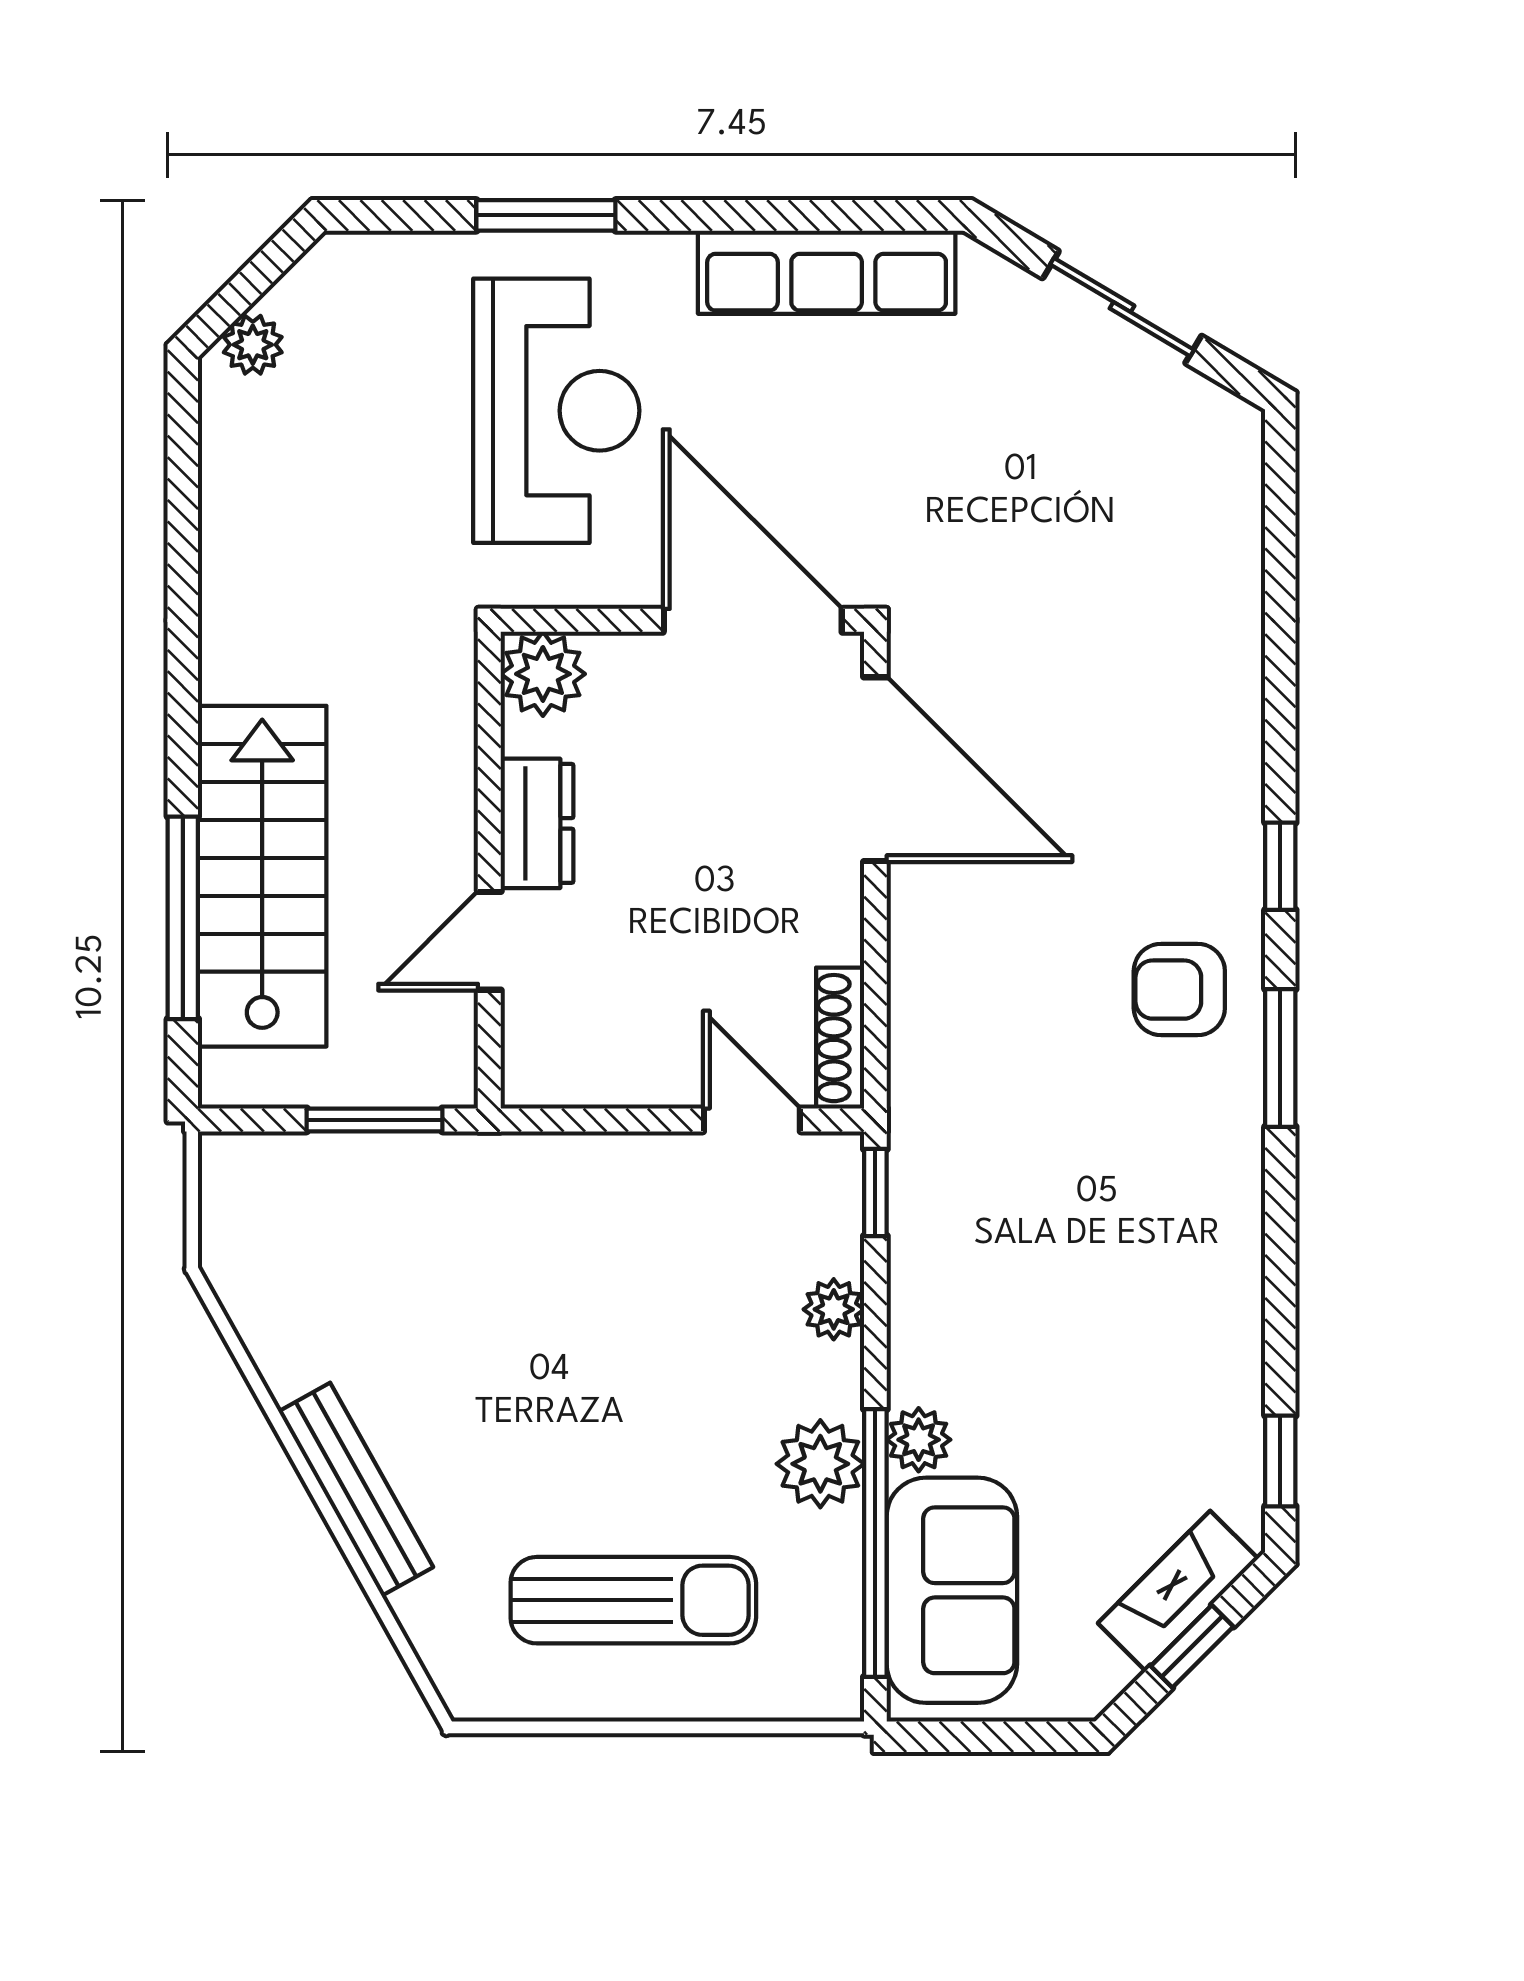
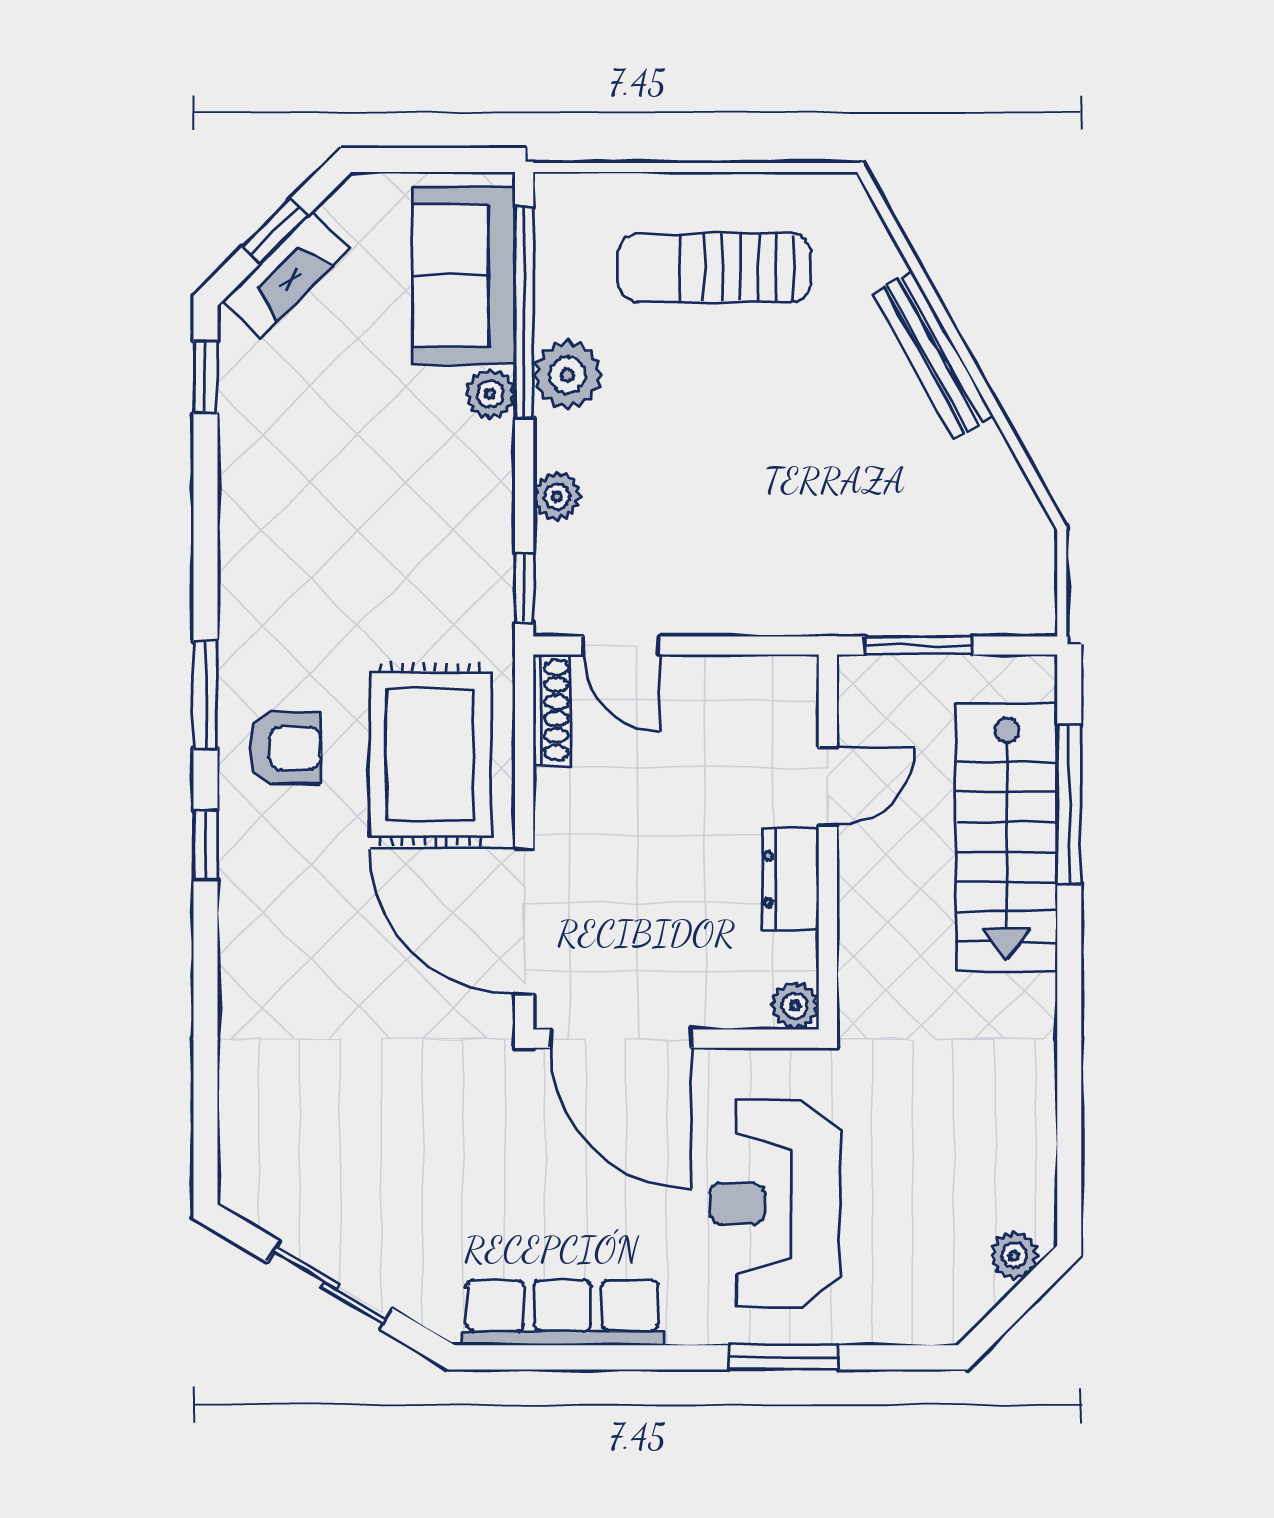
plant: (543, 674) -> (795, 1006), width x0.73, depth x0.73
rug: (995, 982) -> (430, 754), added

